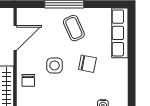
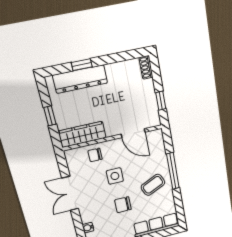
chair: (87, 64) -> (123, 205), turned 79

